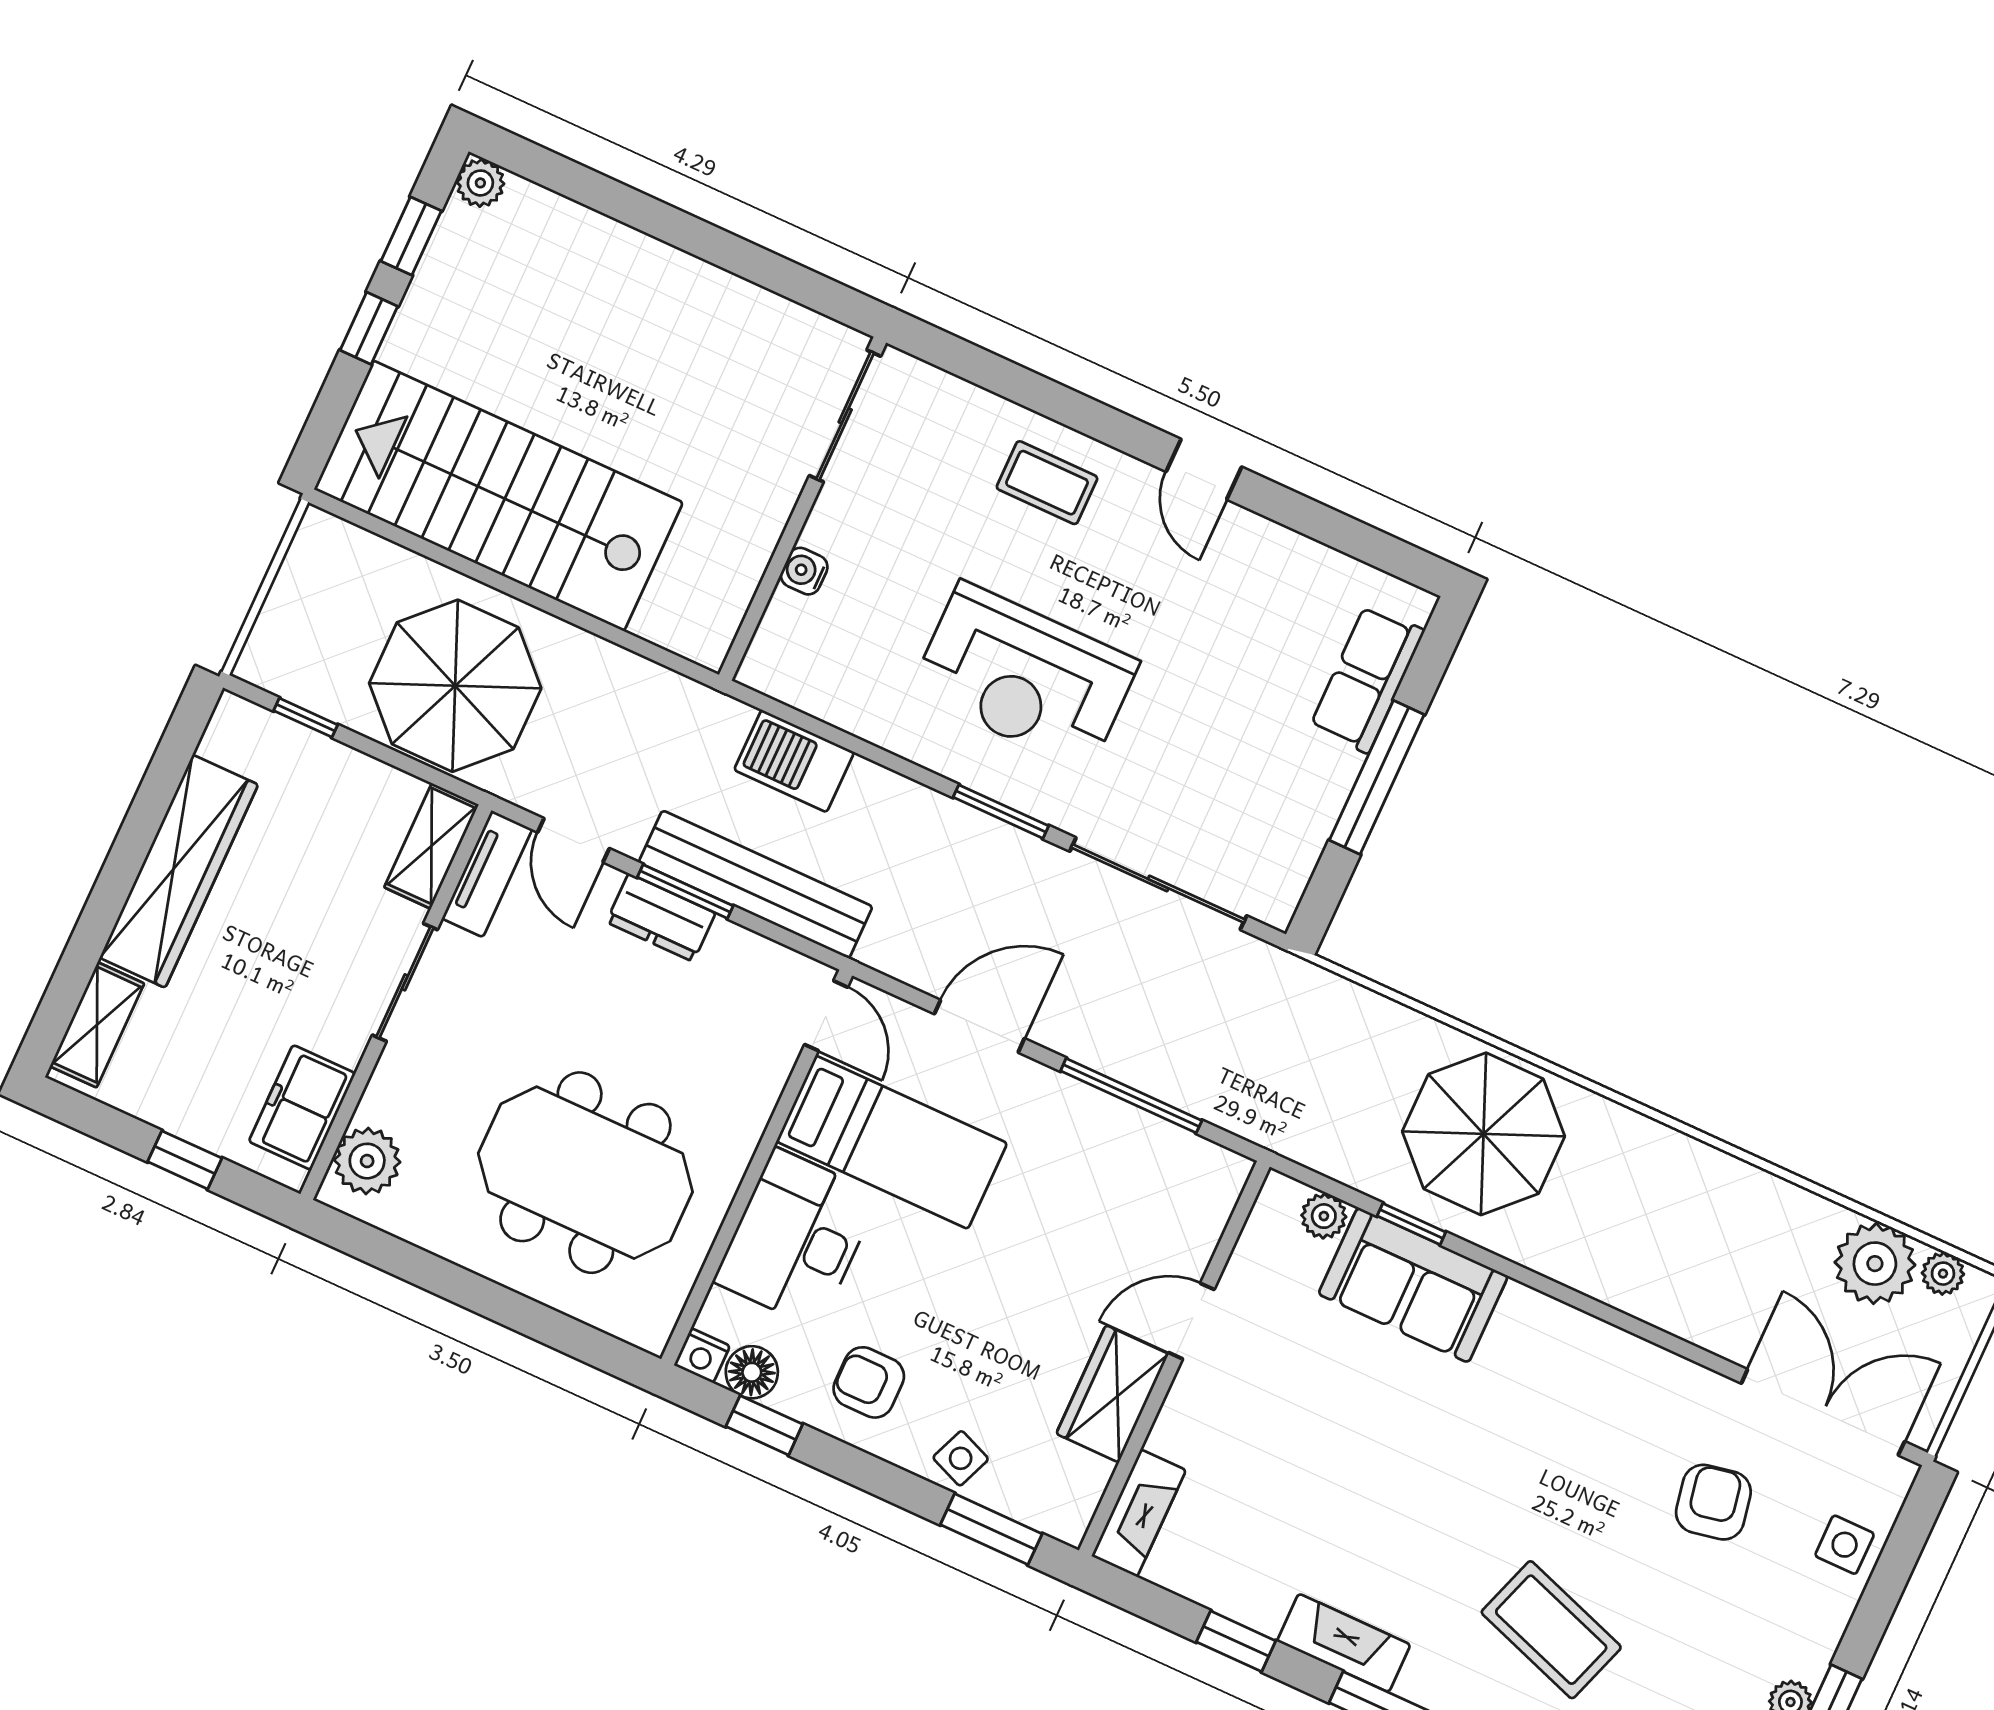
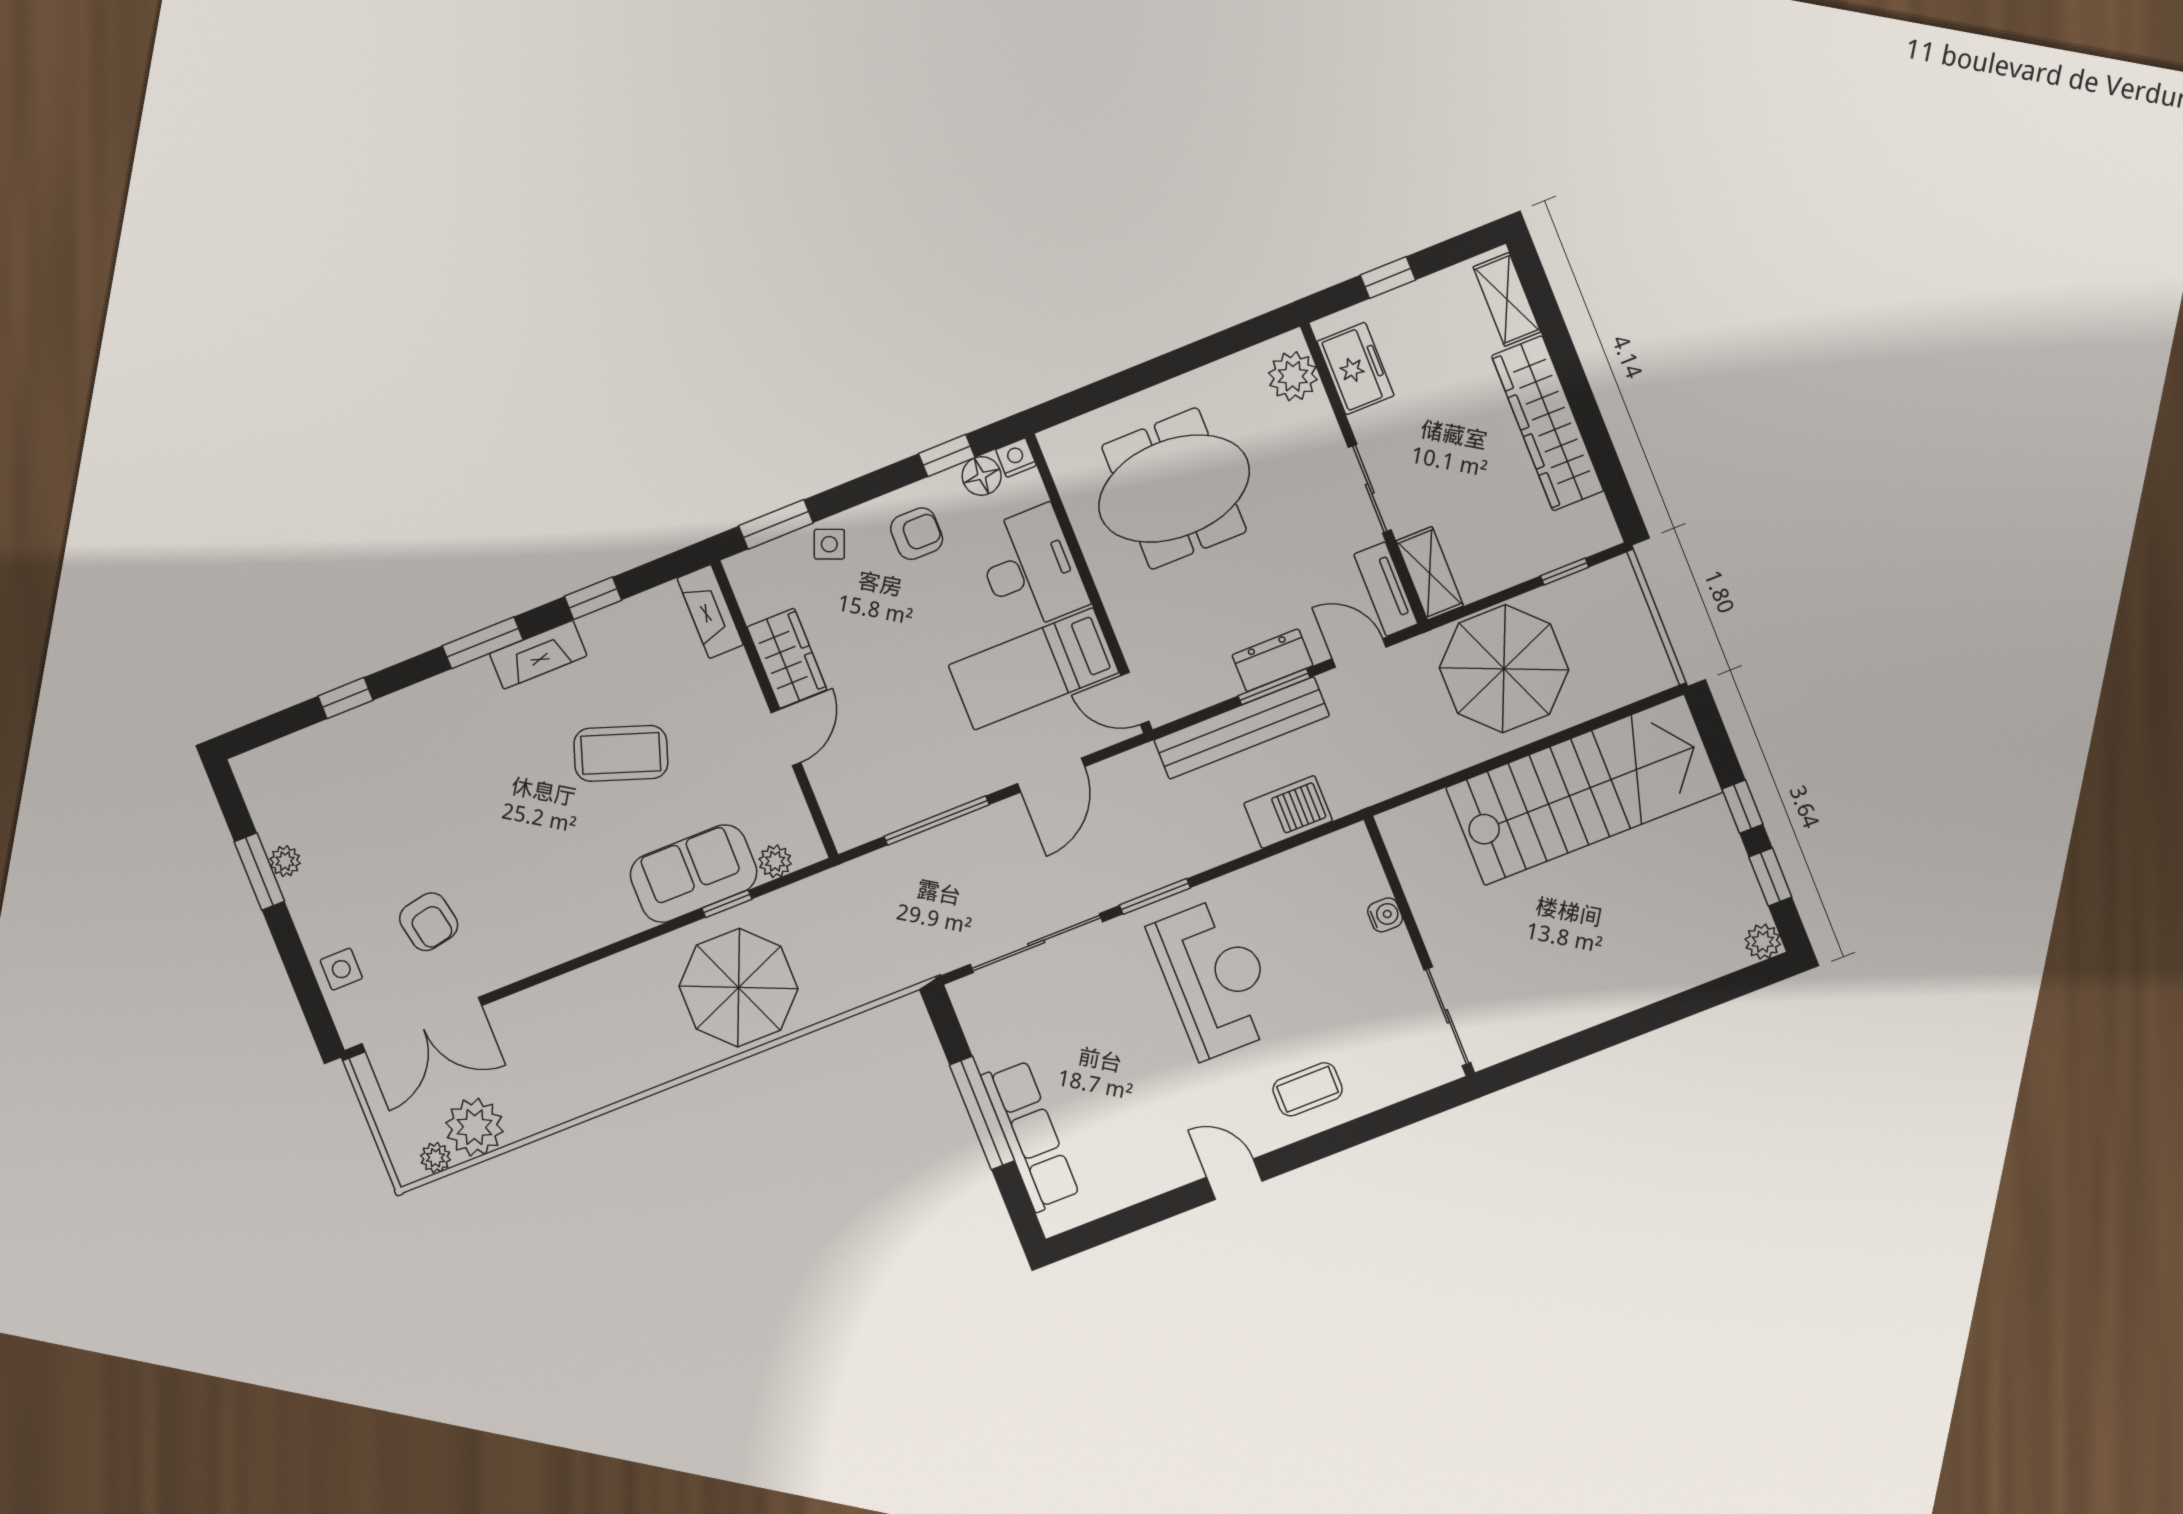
reception desk: (1024, 677) -> (1215, 978), turned 90
row of seats: (1367, 679) -> (1030, 1136), width x1.48
coffee table: (1551, 1630) -> (621, 753), moved

